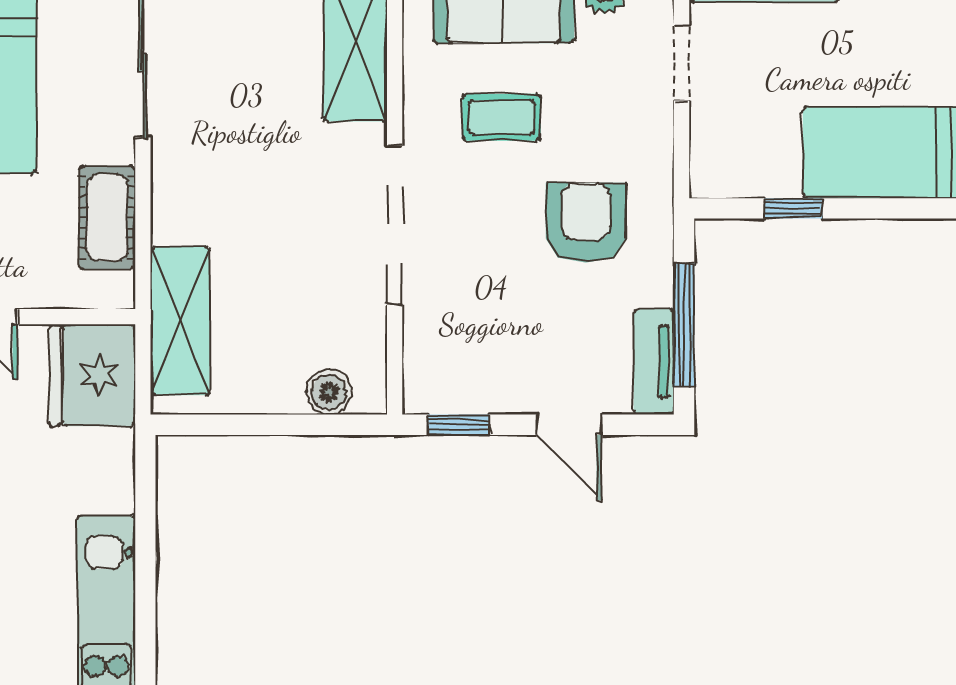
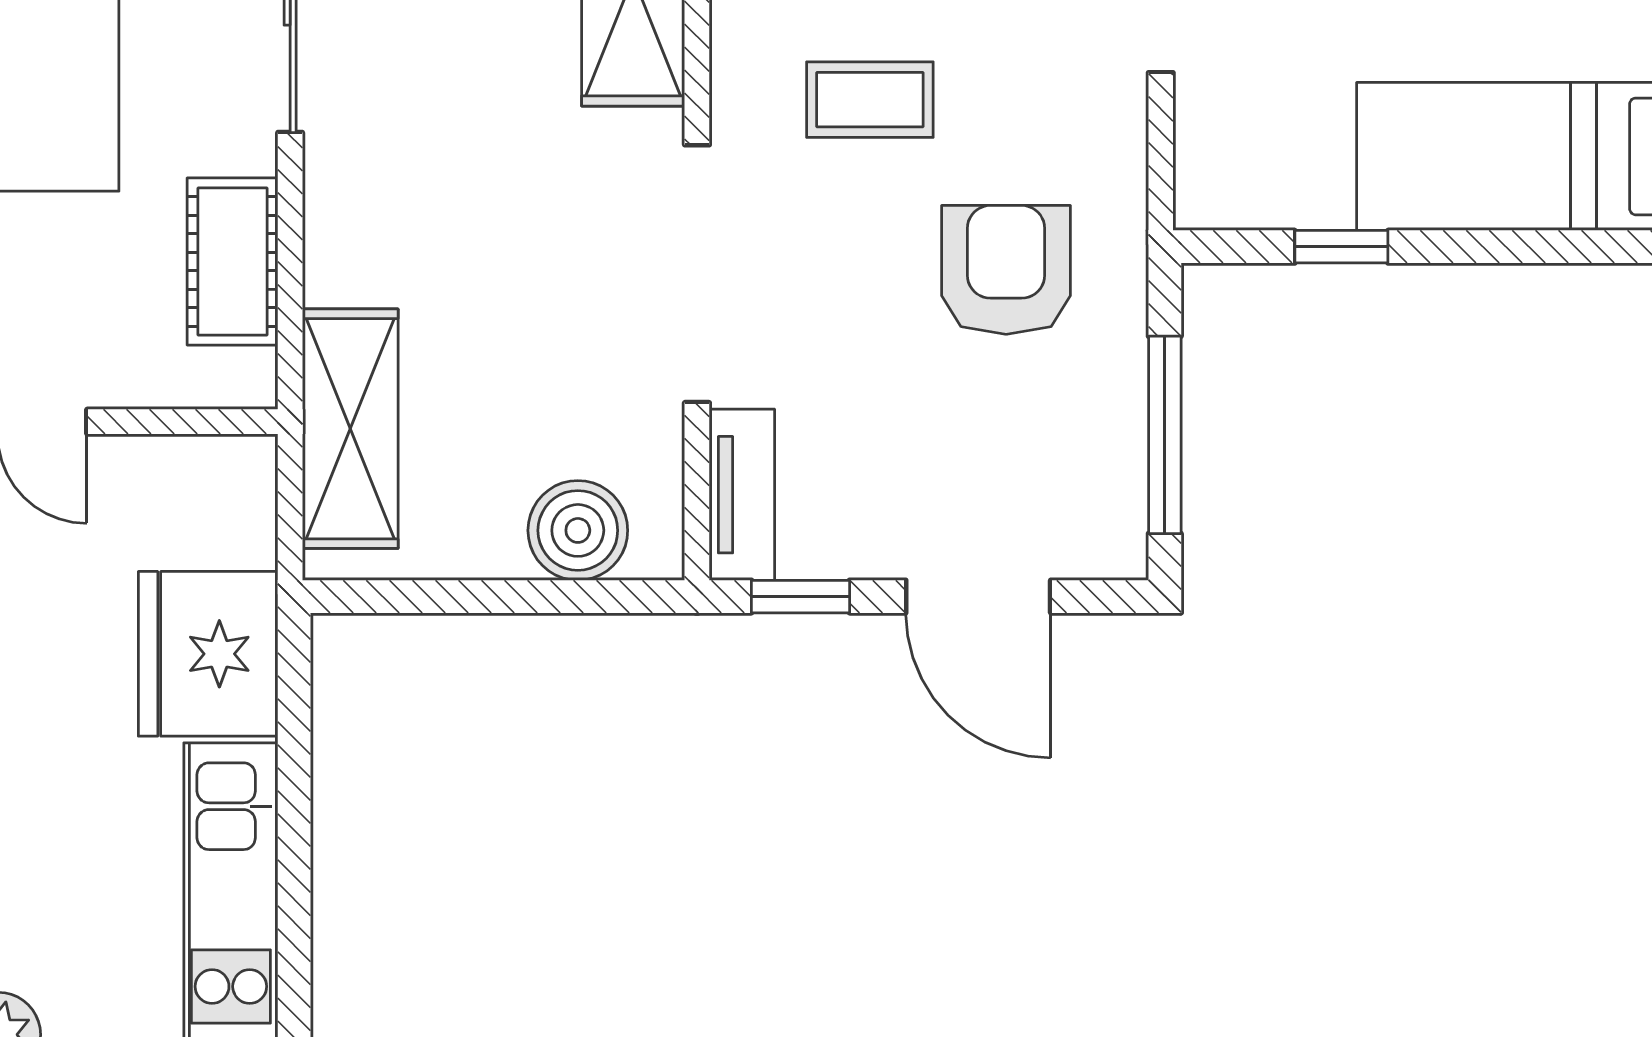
tv unit: (654, 362) -> (742, 495), moved, turned 180
fridge: (92, 375) -> (208, 654), moved
boiler: (329, 392) -> (578, 530), width x1.36, depth x1.36
door: (569, 425) -> (978, 597), width x1.38

